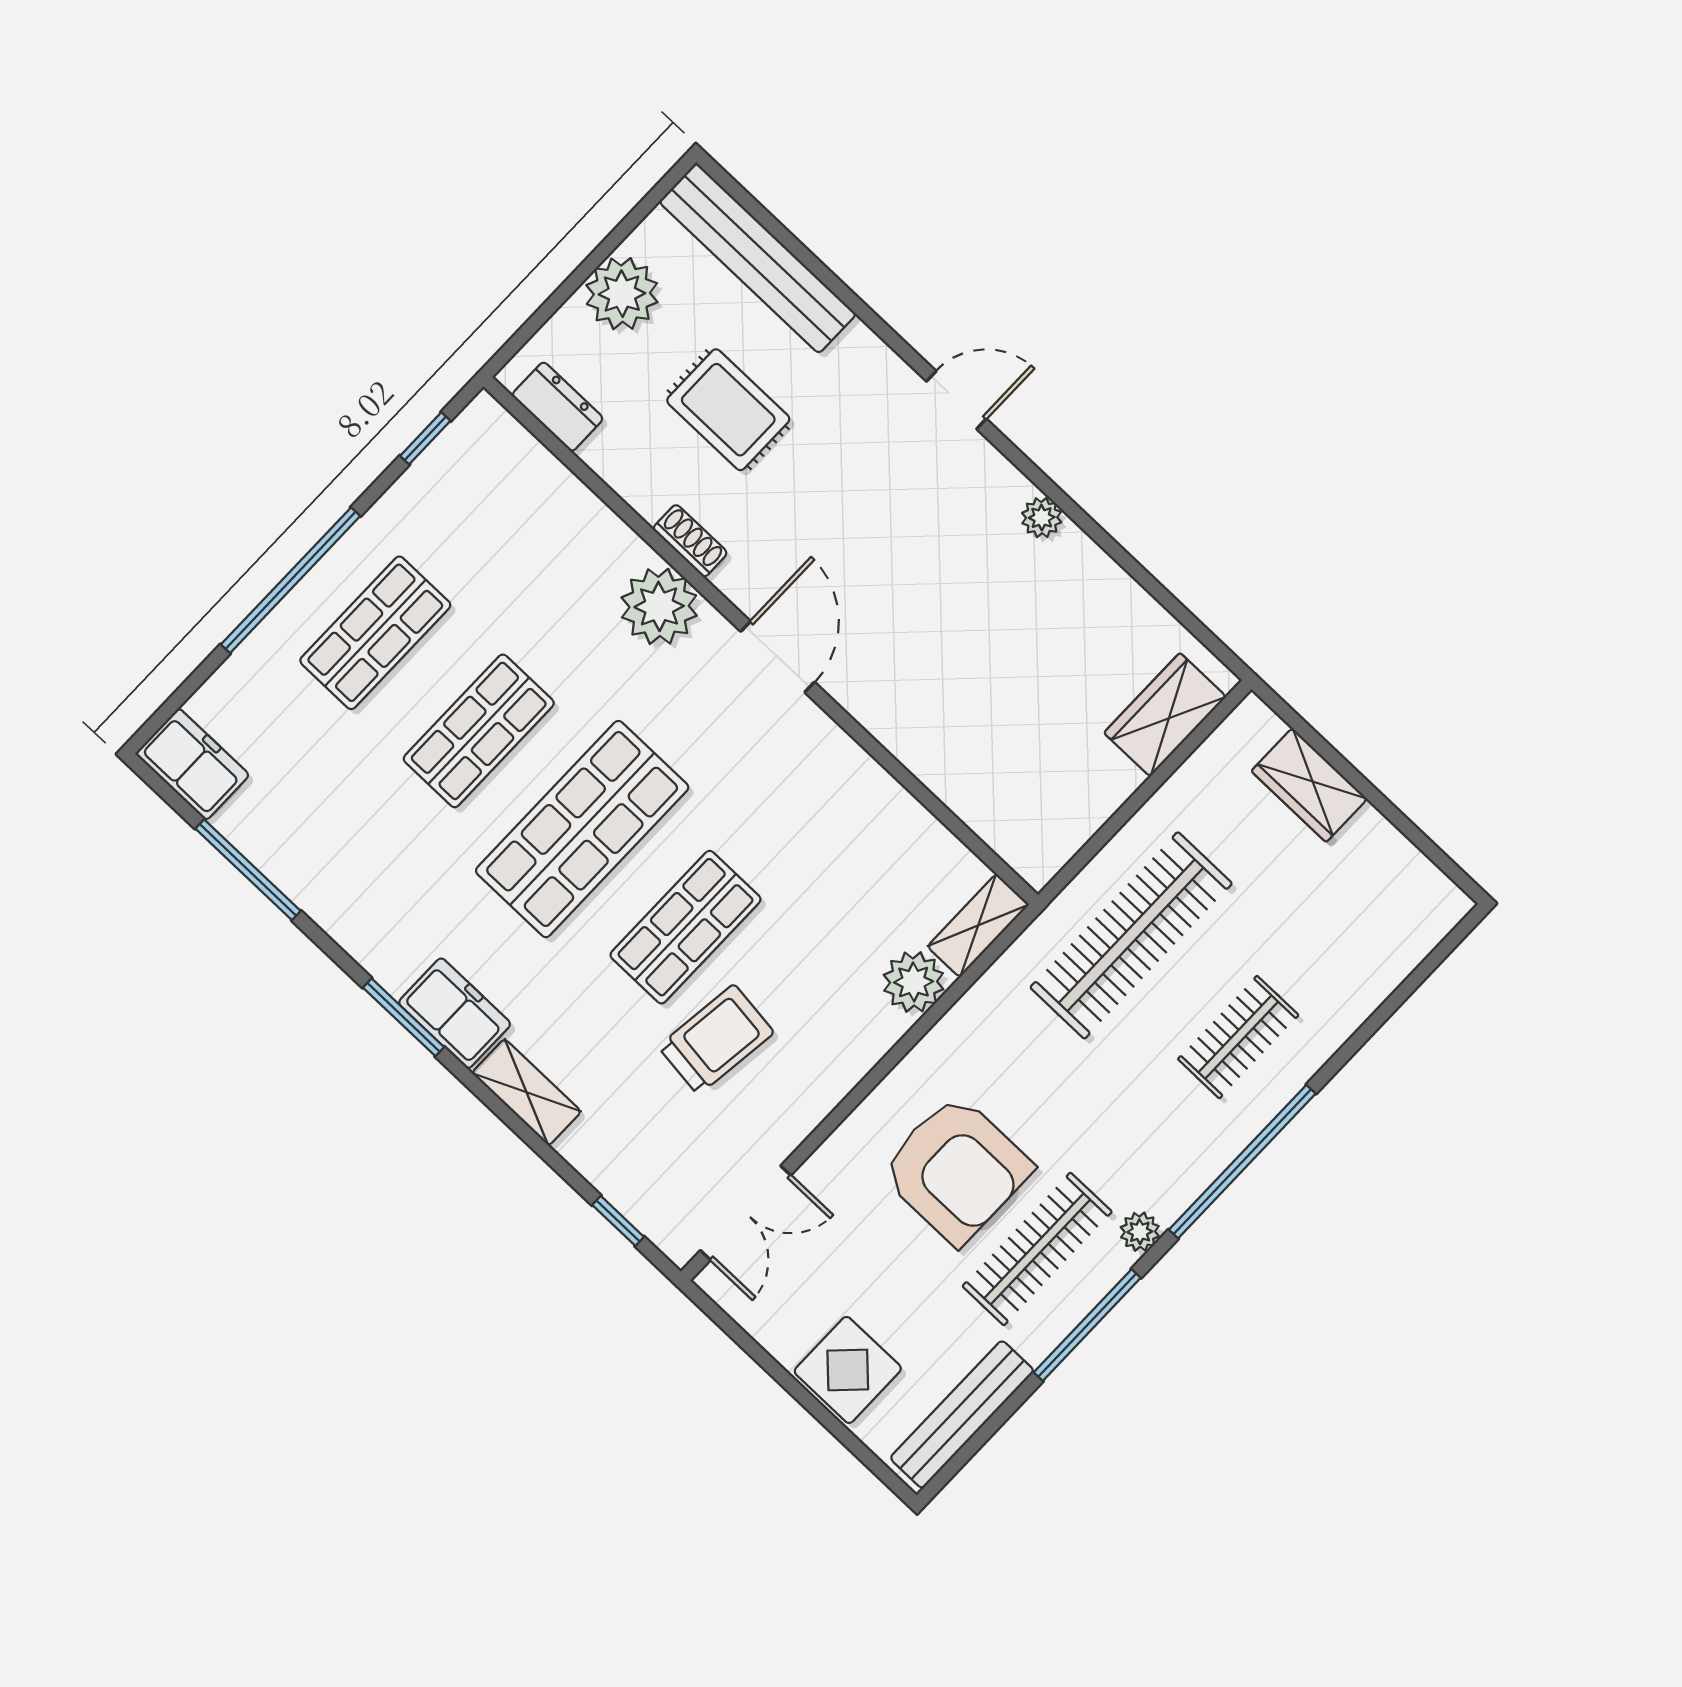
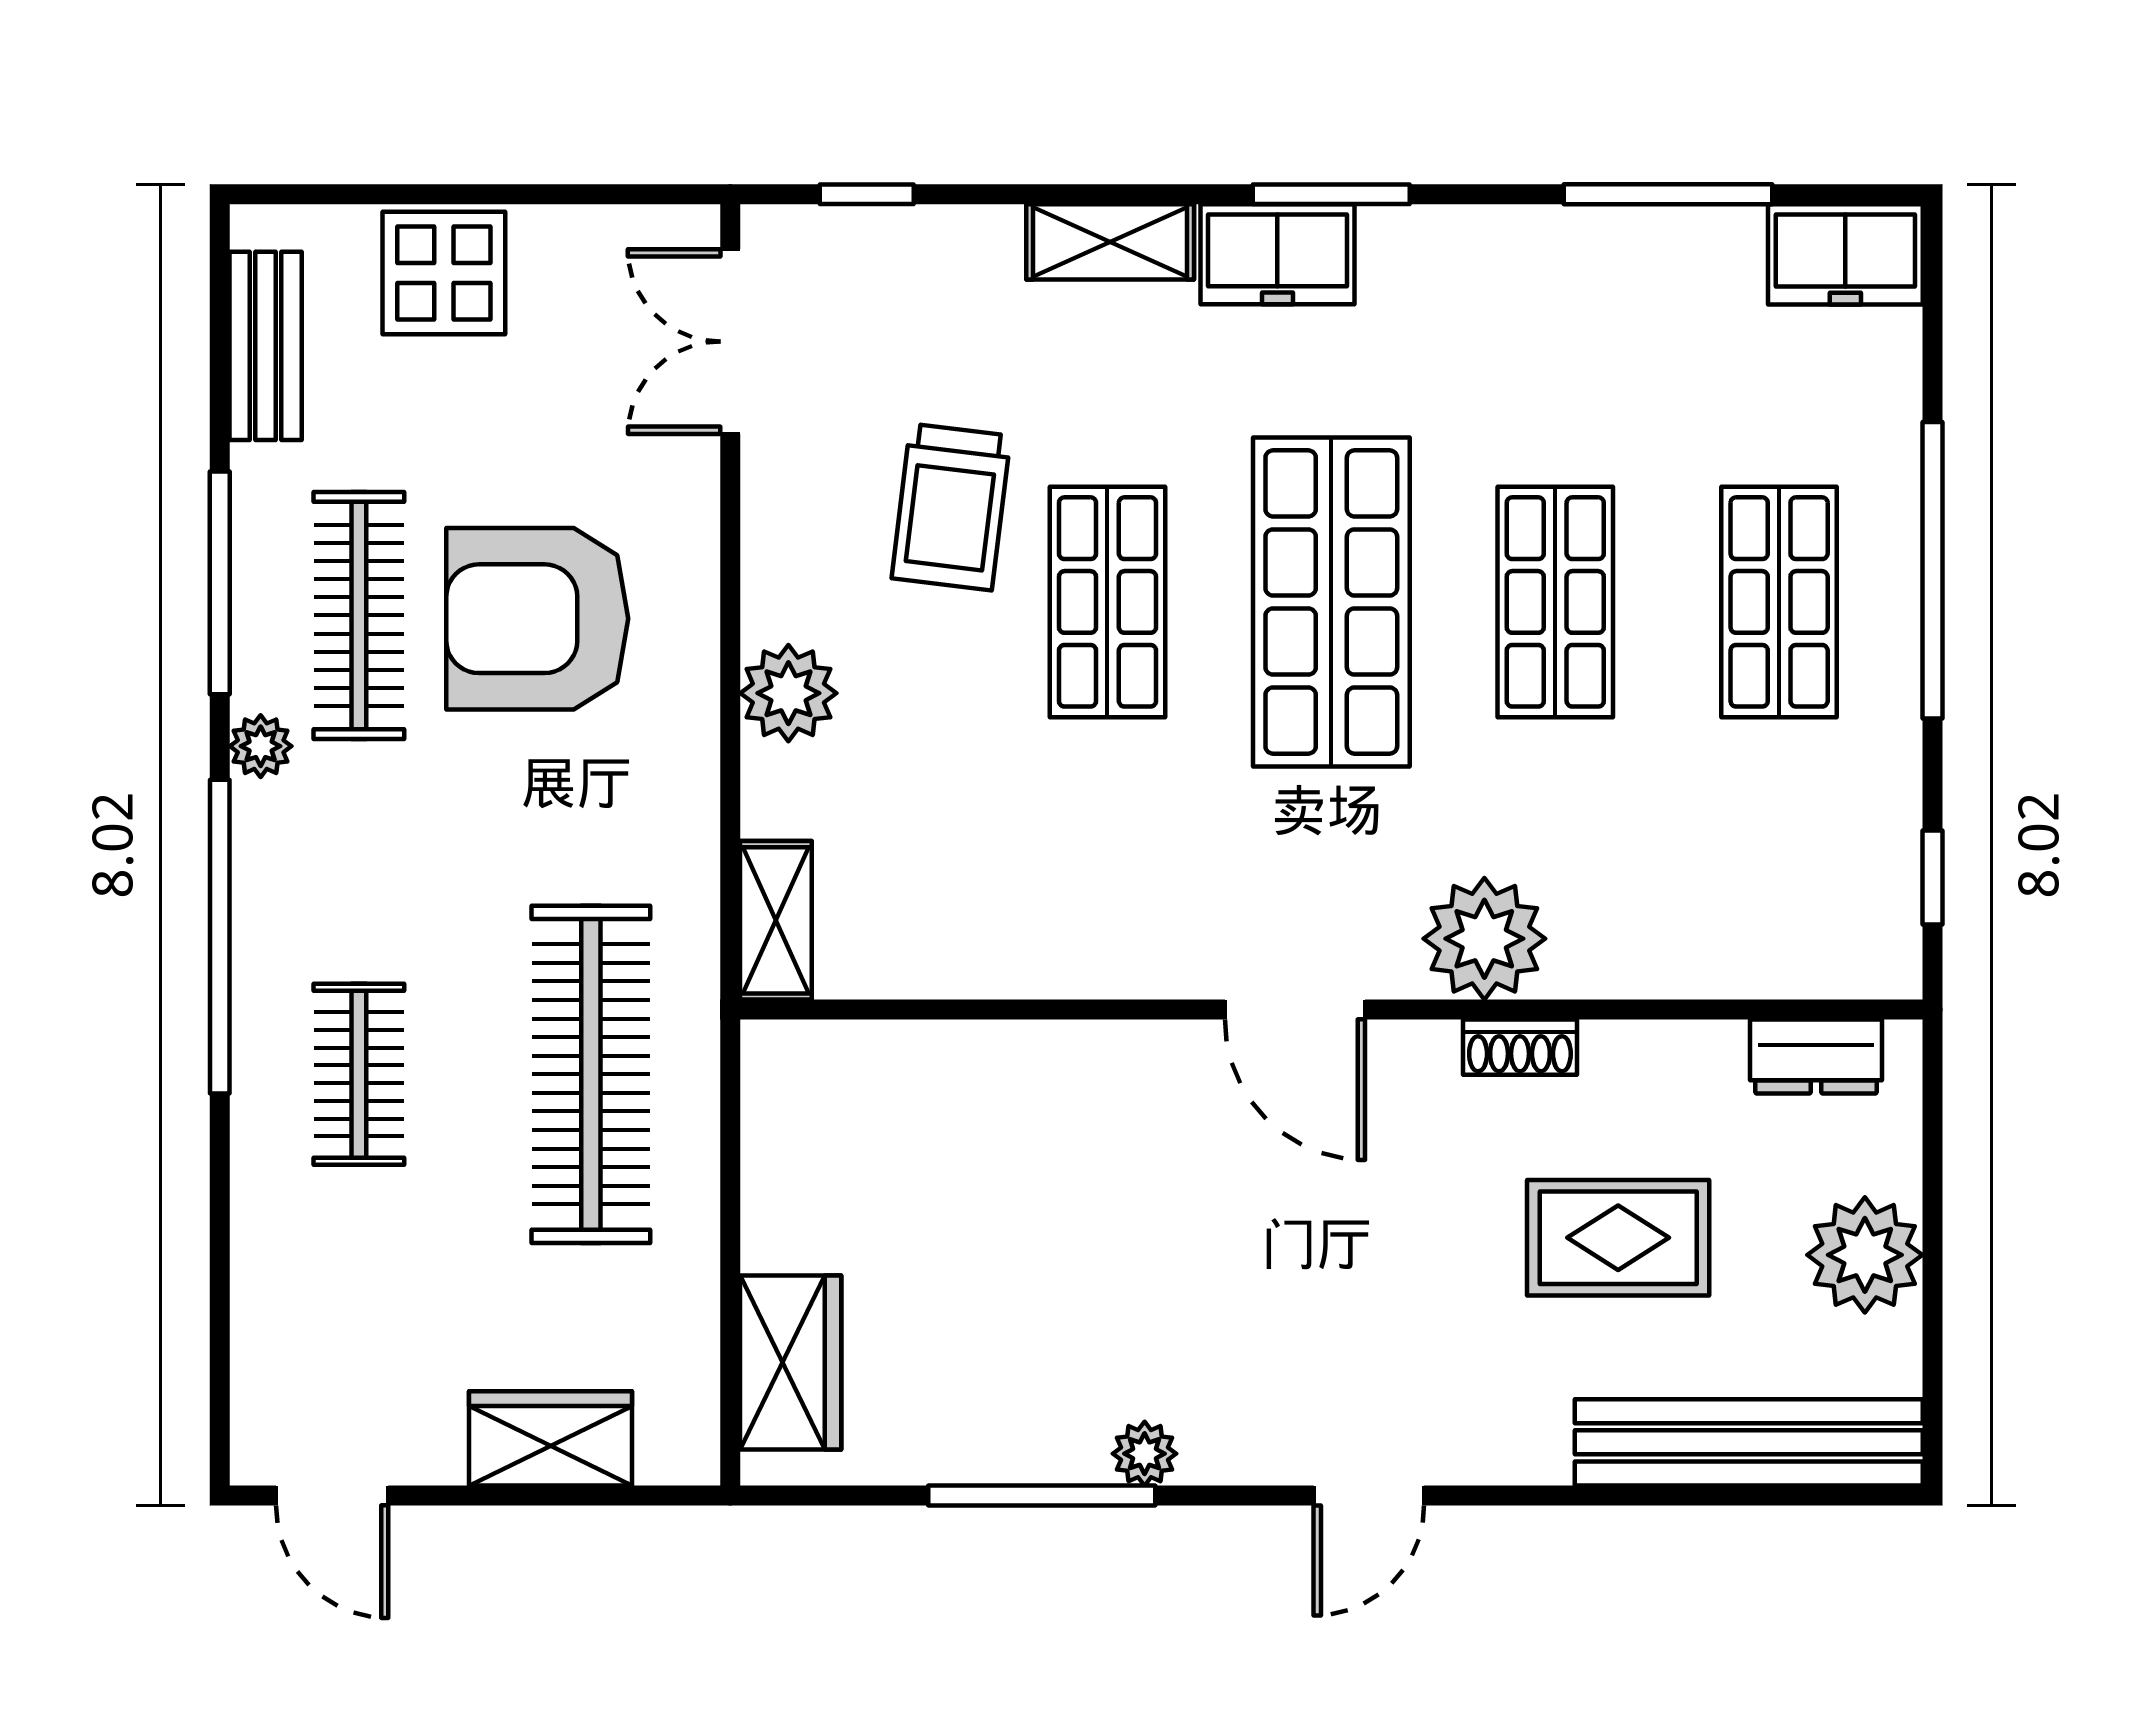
window: (1107, 543) -> (1042, 1495), added
door: (1435, 854) -> (332, 1495), added
plant: (914, 982) -> (788, 693), moved
bench: (962, 1414) -> (266, 346), width x0.73

